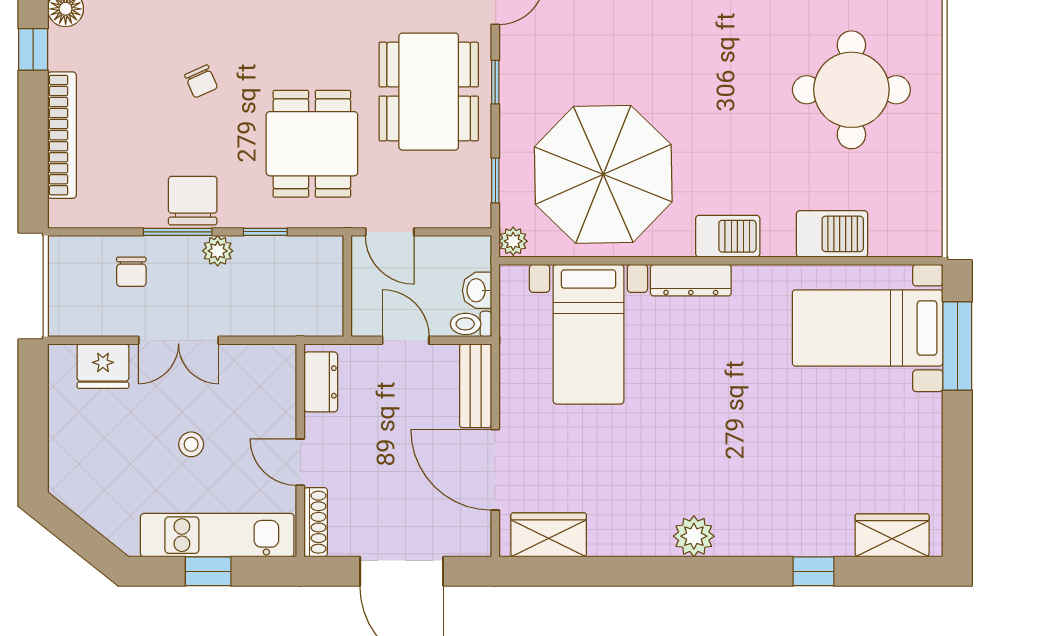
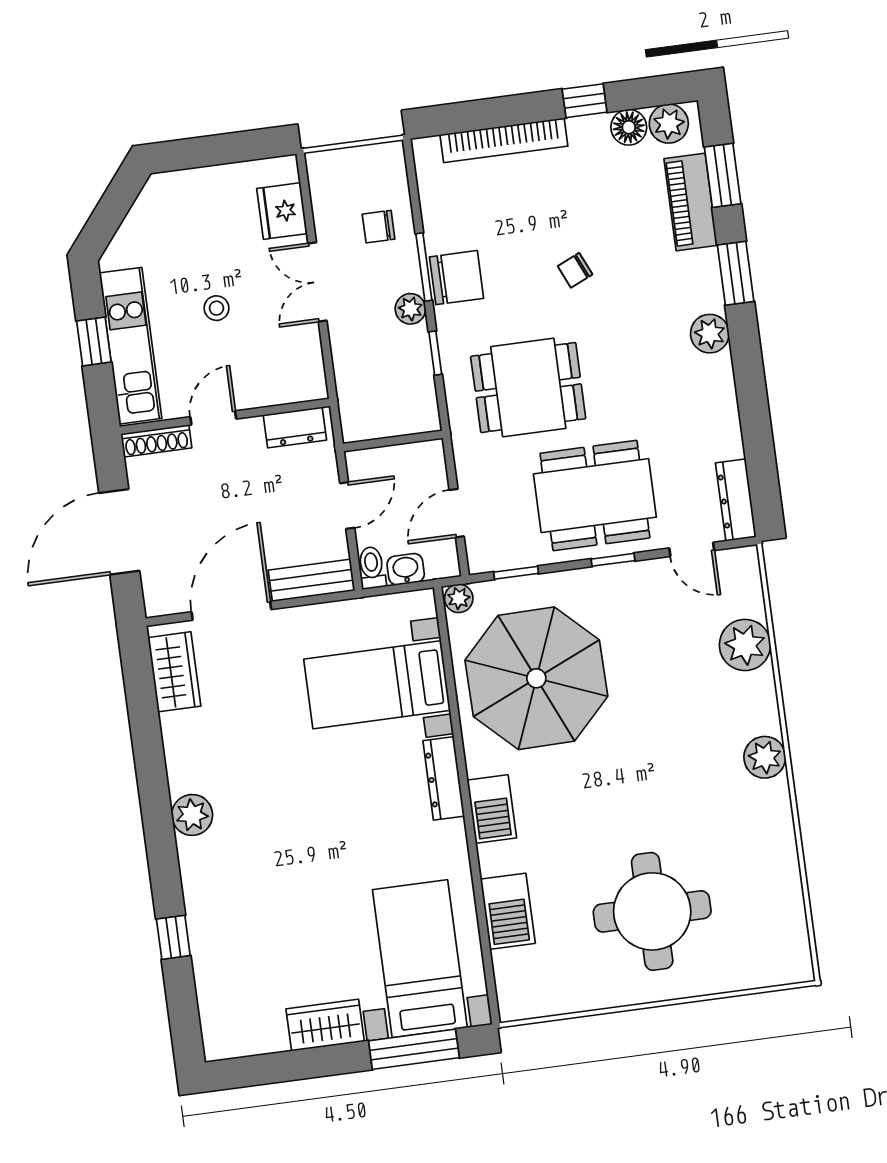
door: (390, 232) -> (457, 513), moved
wardrobe: (892, 535) -> (325, 1025), moved, turned -90

